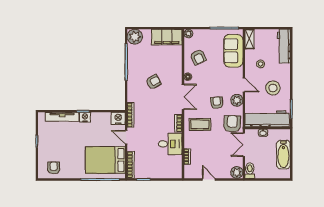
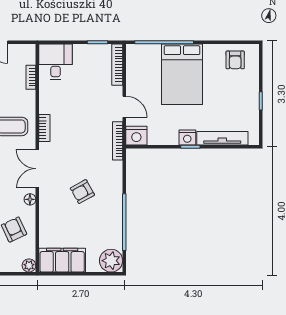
desk: (170, 144) -> (56, 62), moved, turned 90
bed: (105, 160) -> (182, 74), moved, turned 90

